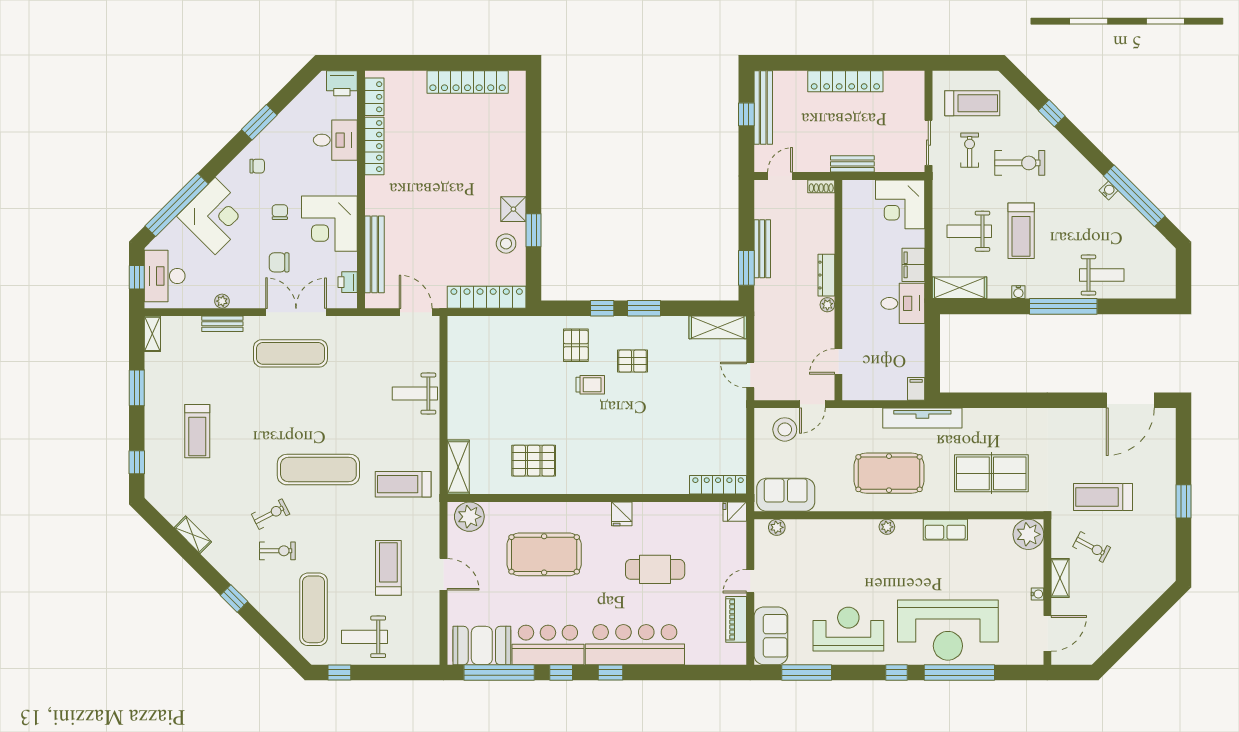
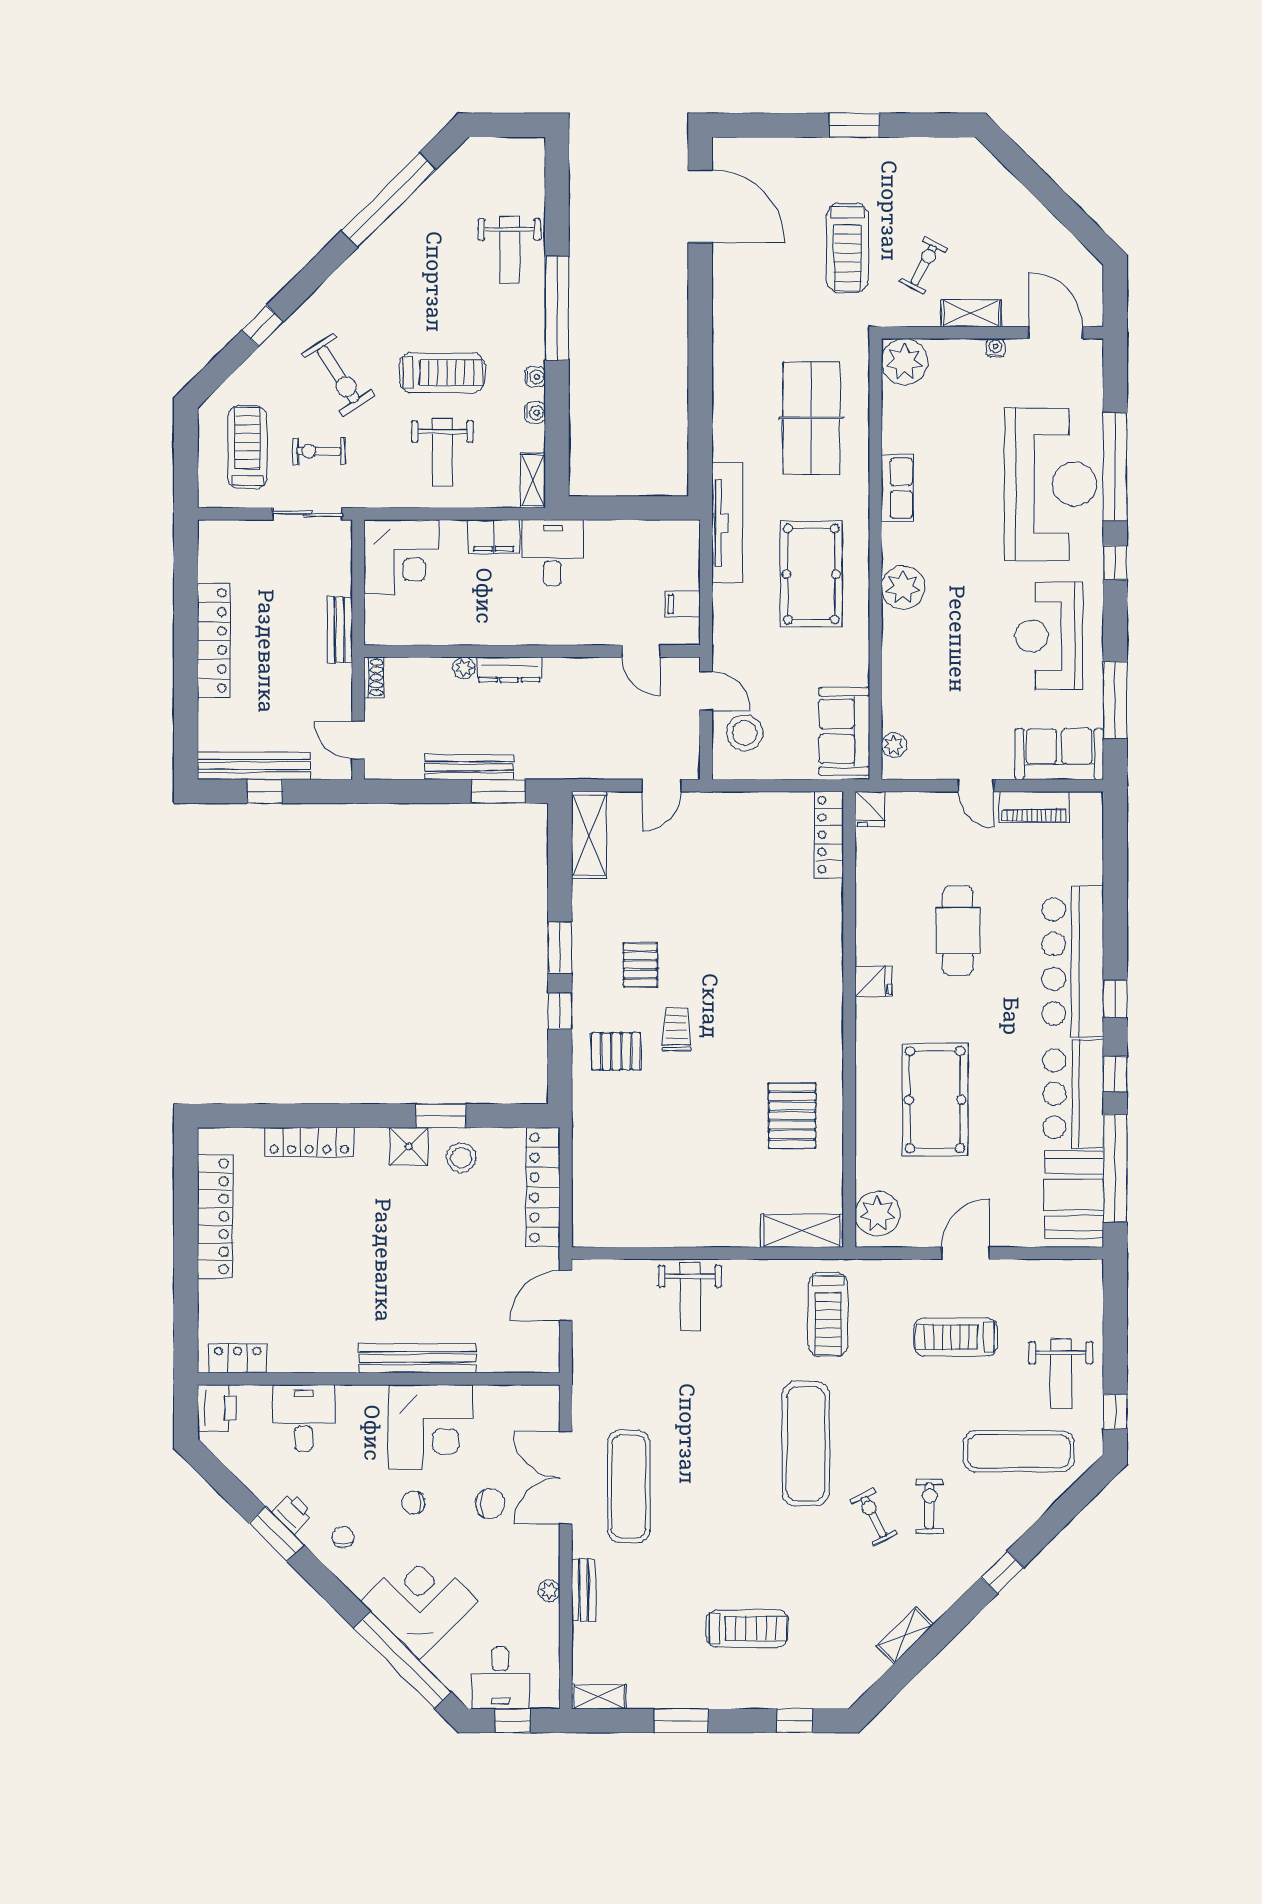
locker: (374, 146) -> (309, 1142), moved, turned 180
exercise bike: (1020, 163) -> (338, 375), turned 147
water cooler: (1109, 190) -> (535, 413), moved, turned 135
bench: (374, 254) -> (418, 1358), moved
chair: (279, 262) -> (490, 1504), turned -90
weight bench: (1102, 275) -> (509, 250), turned 180
desk: (165, 276) -> (500, 1678), width x0.73
printer: (348, 282) -> (293, 1513), moved, turned -135
shelving: (959, 288) -> (533, 480), width x0.67, depth x0.75
plant: (827, 305) -> (464, 668), moved
filing cabinet: (916, 389) -> (683, 604), moved
plant: (887, 527) -> (903, 587), width x1.88, depth x1.88

